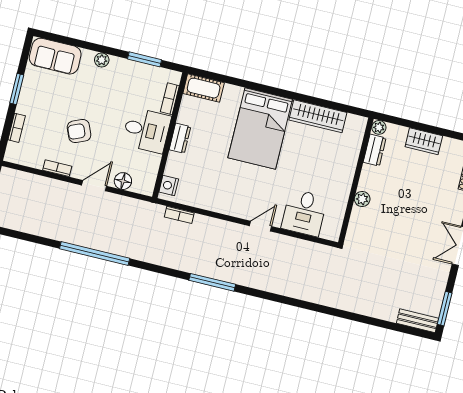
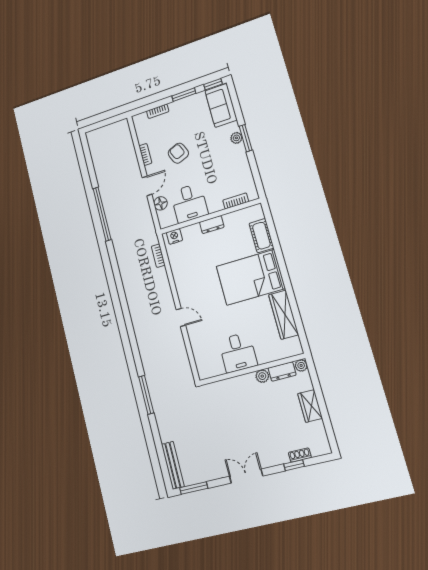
window: (26, 51) -> (213, 84), added
window: (145, 59) -> (246, 138), moved
cot: (204, 88) -> (261, 236), moved
desk: (146, 130) -> (189, 203), moved
door: (94, 186) -> (147, 186), hinge flipped
plant: (362, 199) -> (262, 376), moved
desk: (304, 213) -> (238, 352), moved, turned -90
window: (212, 282) -> (146, 395), moved
bench: (417, 321) -> (173, 465), width x1.36

